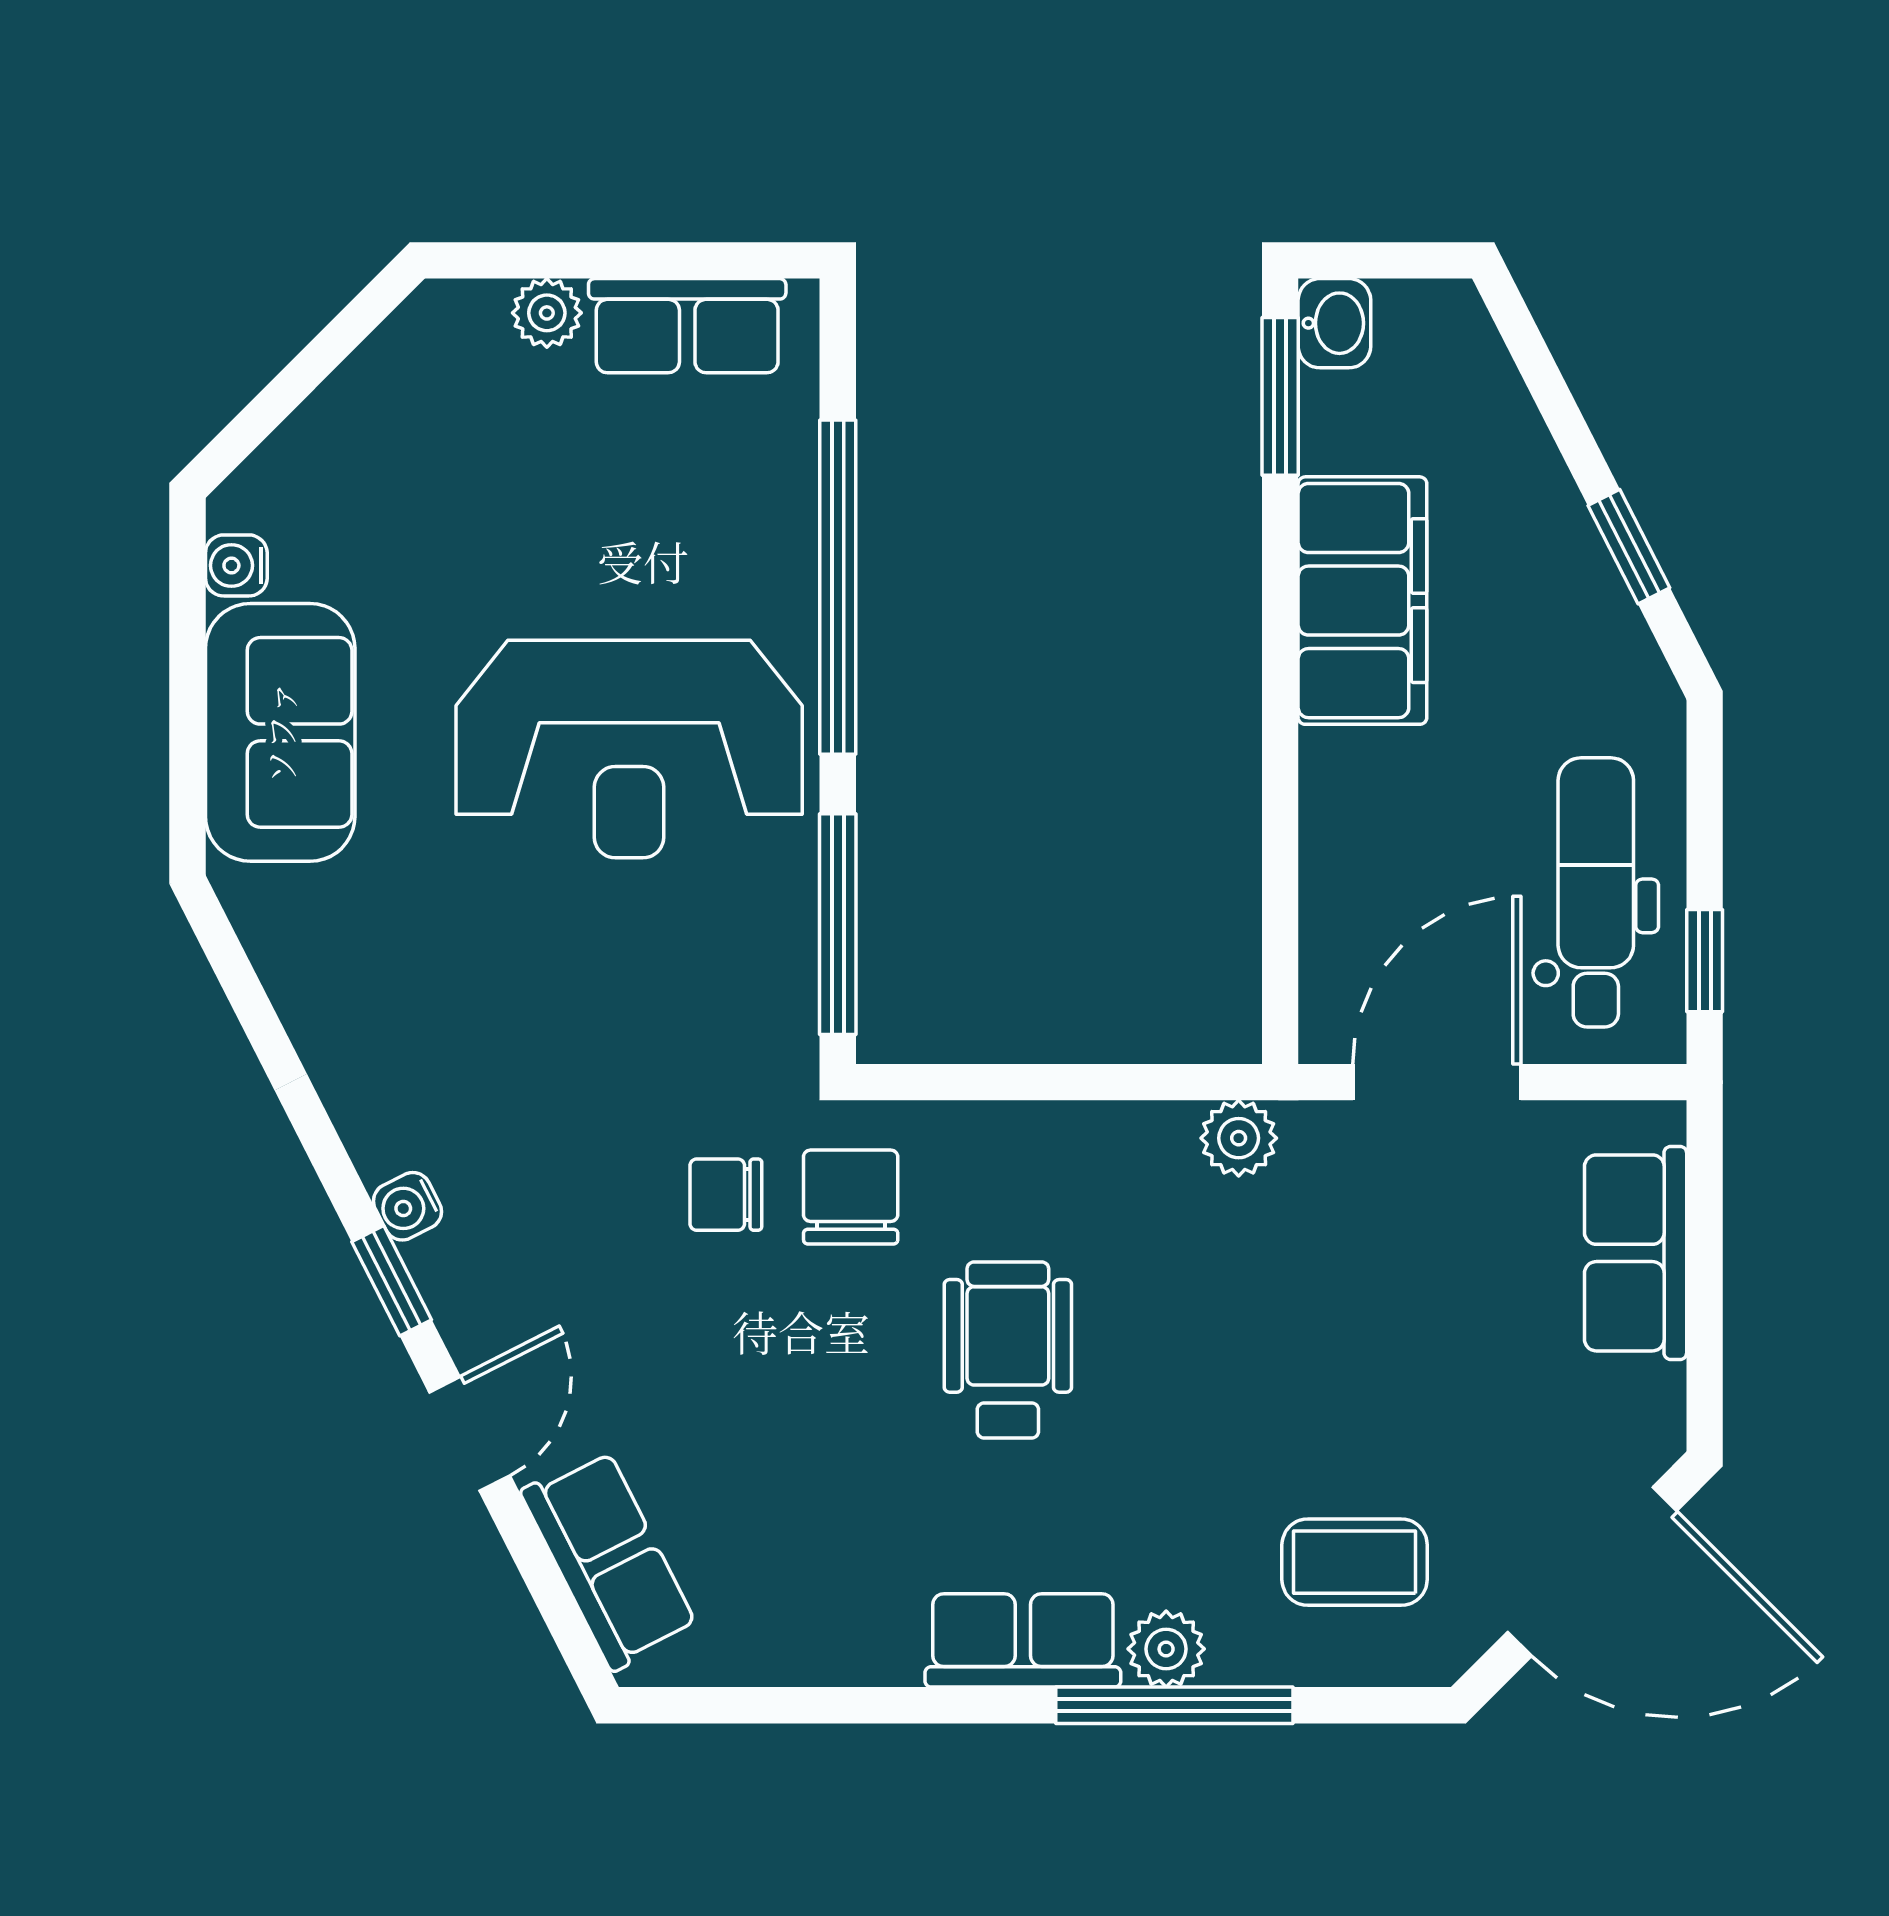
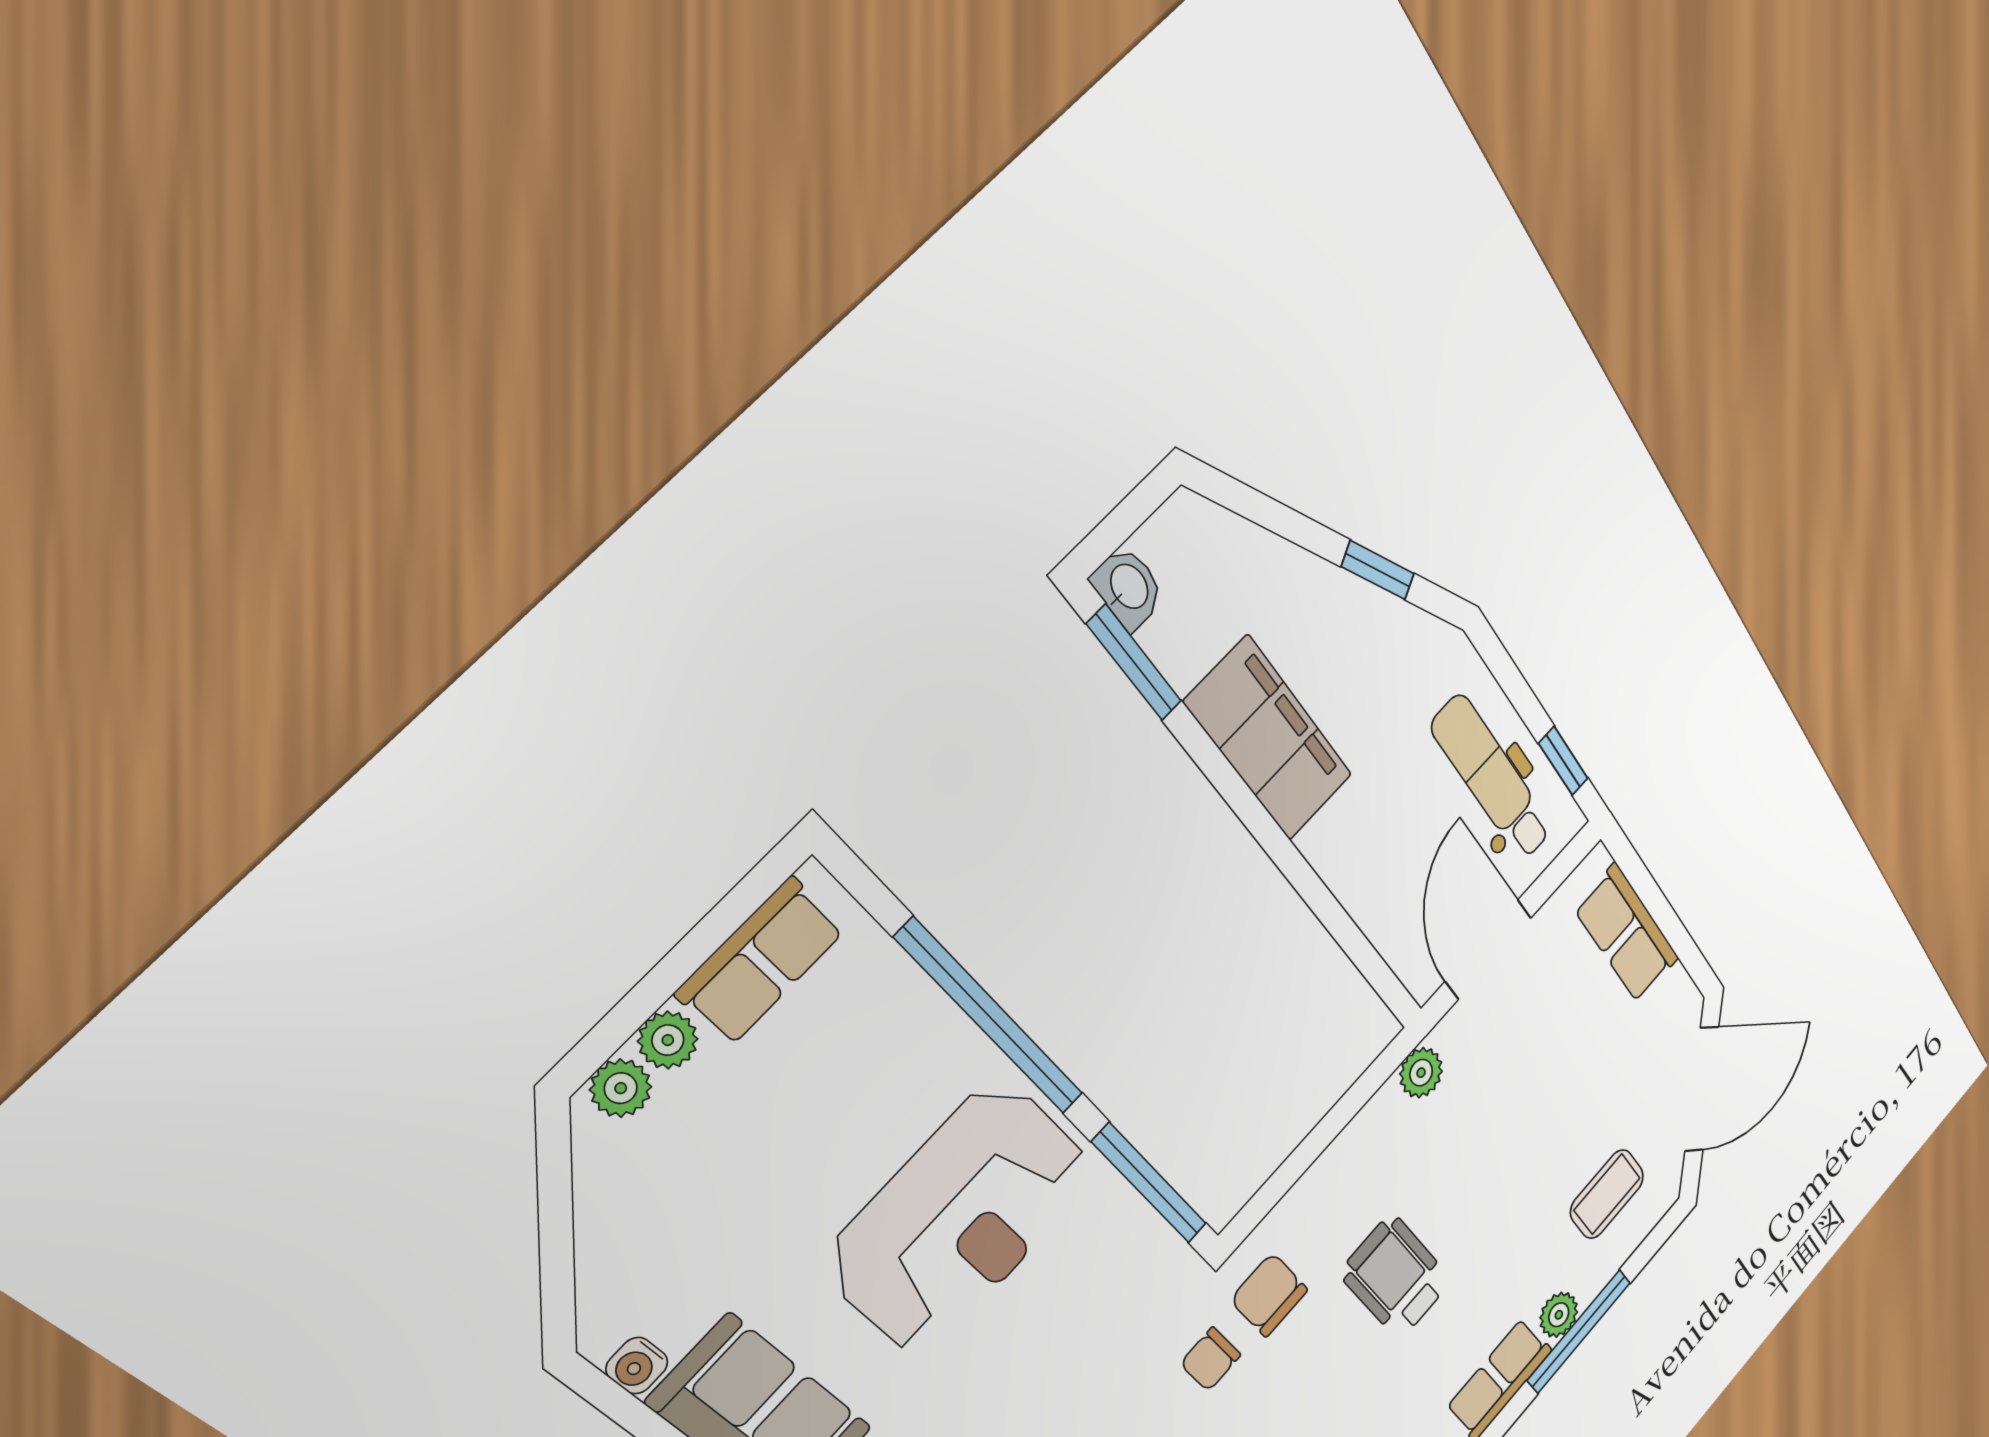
plant: (470, 313) -> (621, 1088), added

